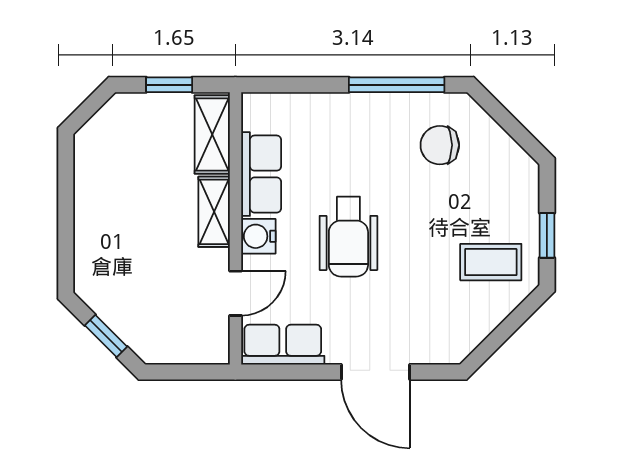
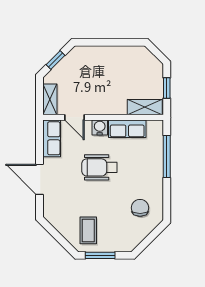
window: (397, 85) -> (167, 157), moved
shelving: (214, 212) -> (50, 99), moved, turned 90
window: (547, 235) -> (100, 255), width x1.50
door: (375, 372) -> (40, 179), hinge flipped

